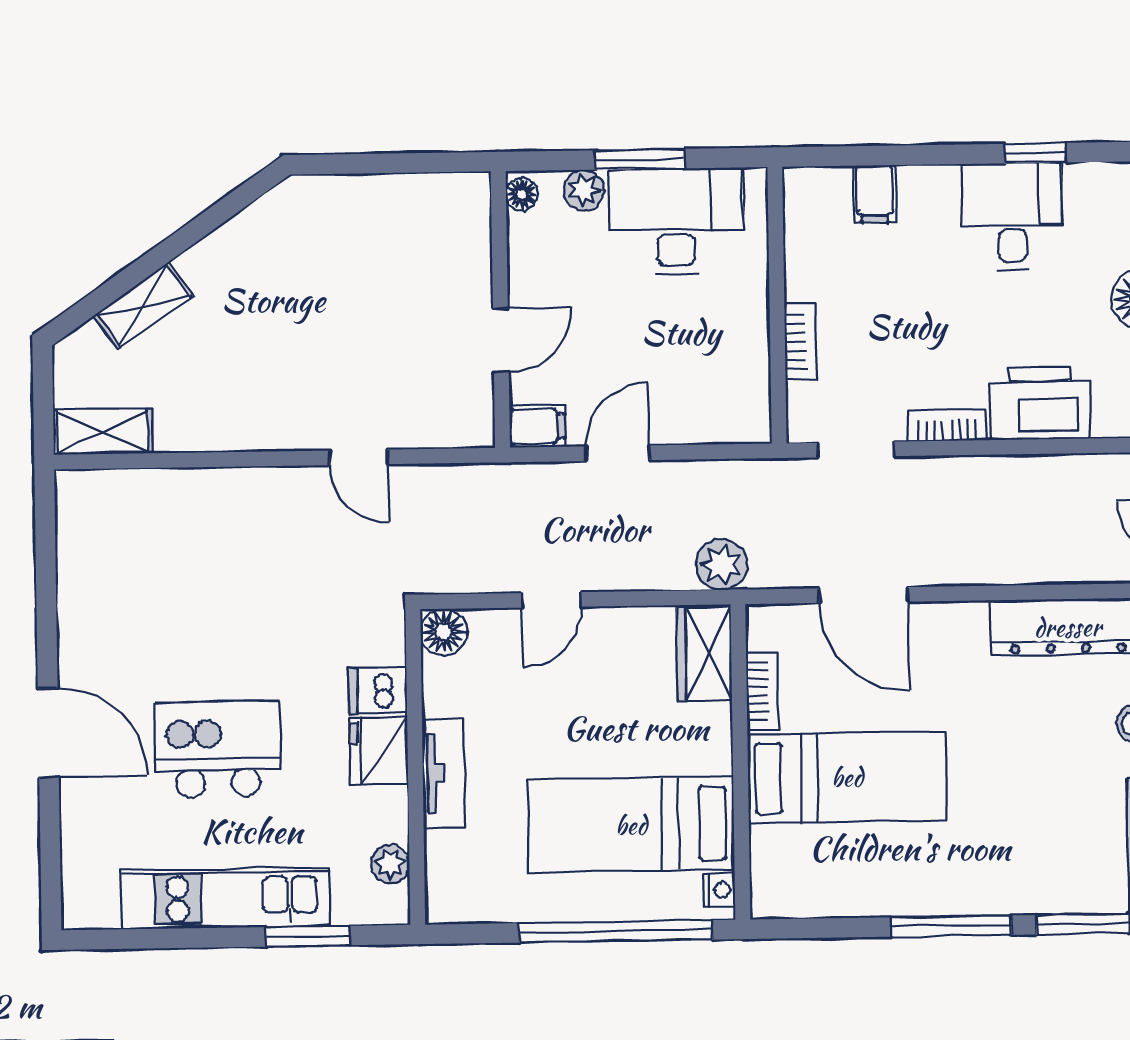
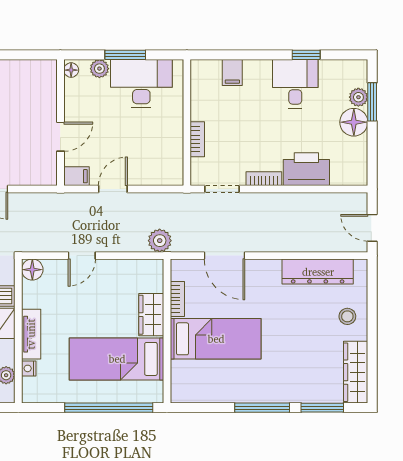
wardrobe: (704, 654) -> (151, 315), moved
nightstand: (719, 890) -> (29, 368), moved, turned 180

